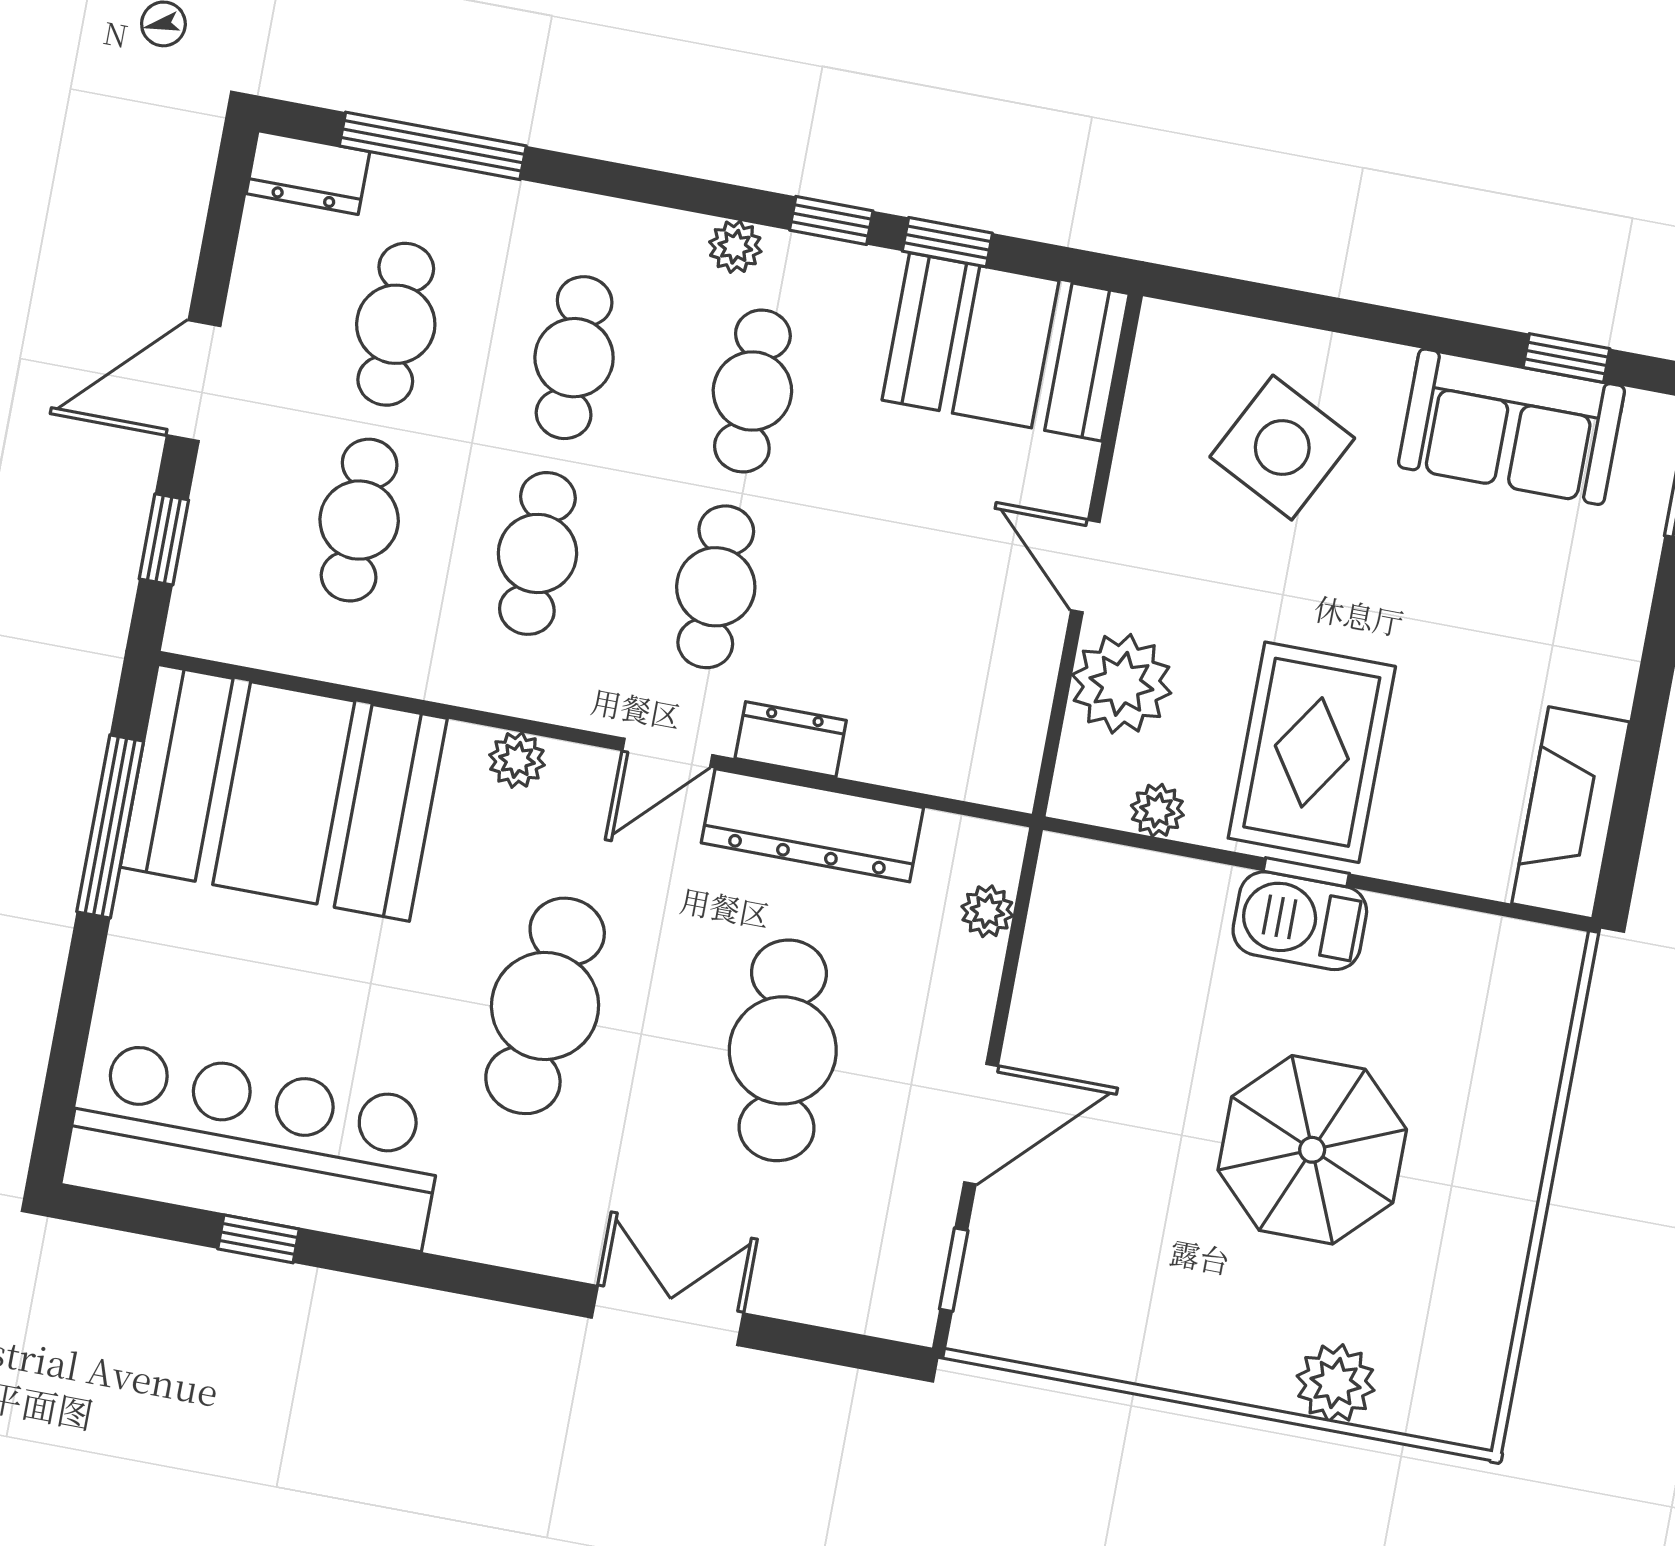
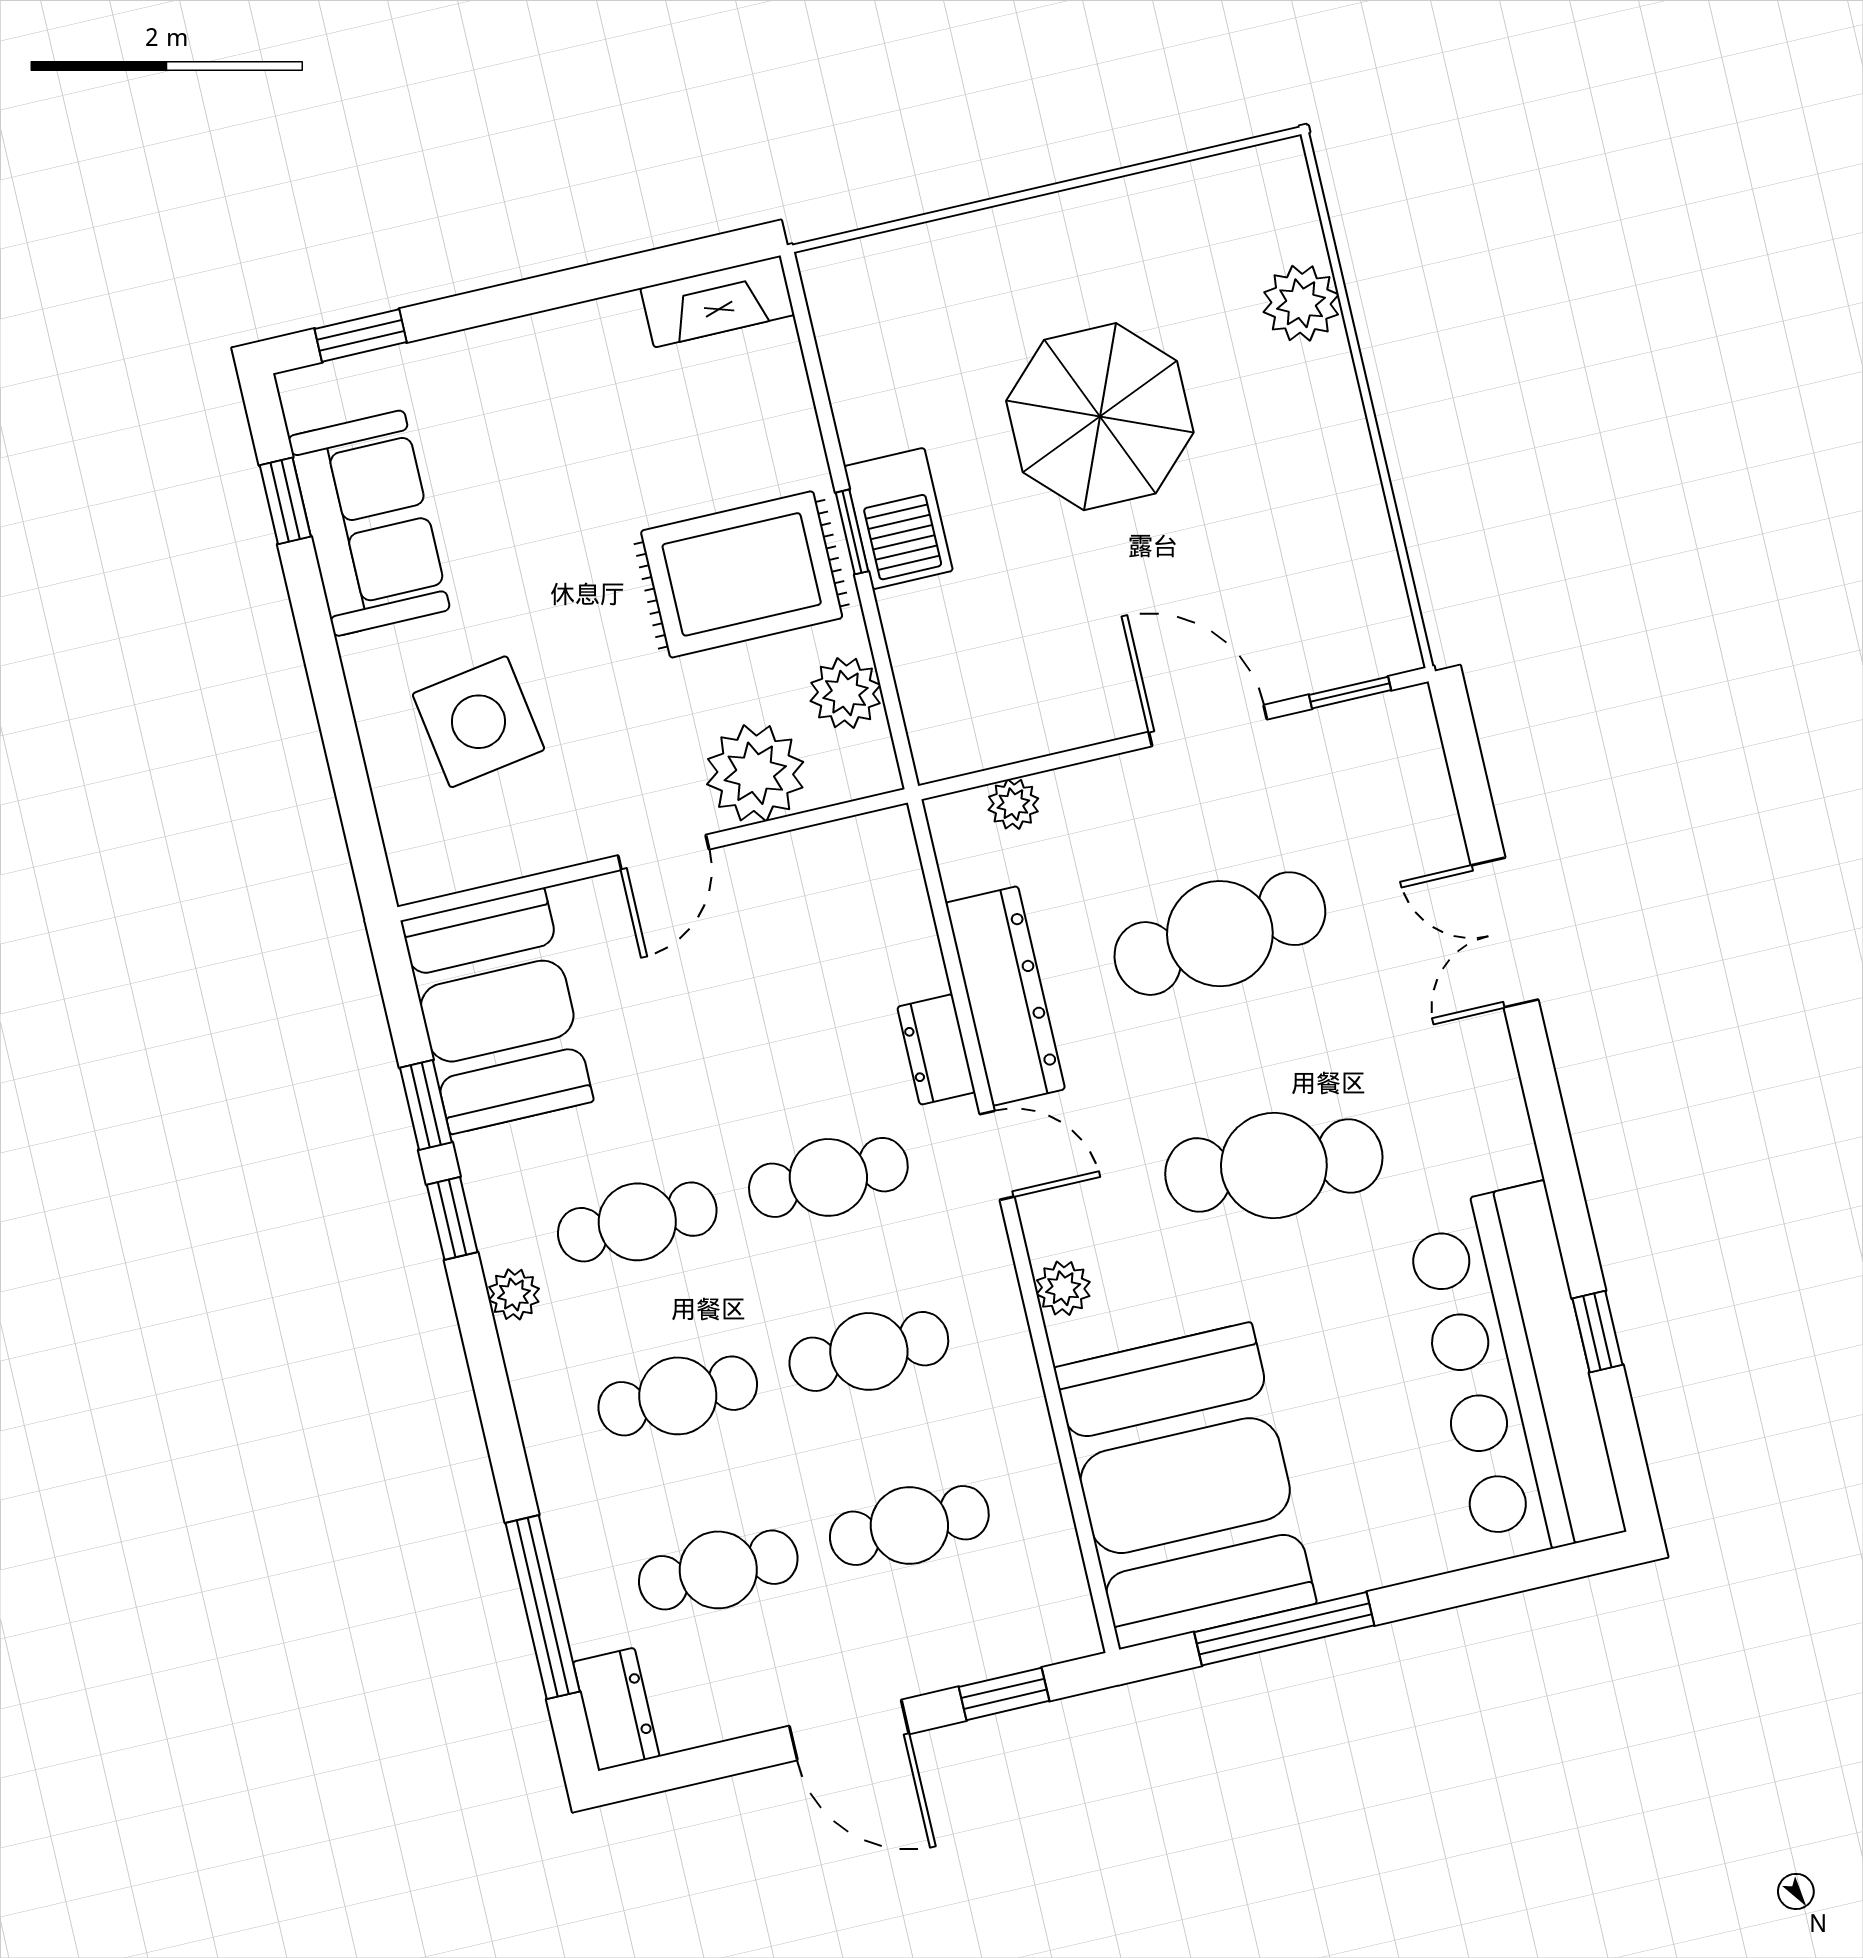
side table: (1282, 448) -> (478, 722), turned -36
plant: (1157, 810) -> (846, 693), width x1.38, depth x1.38
fireplace: (1571, 813) -> (717, 302), width x0.73, depth x0.76

